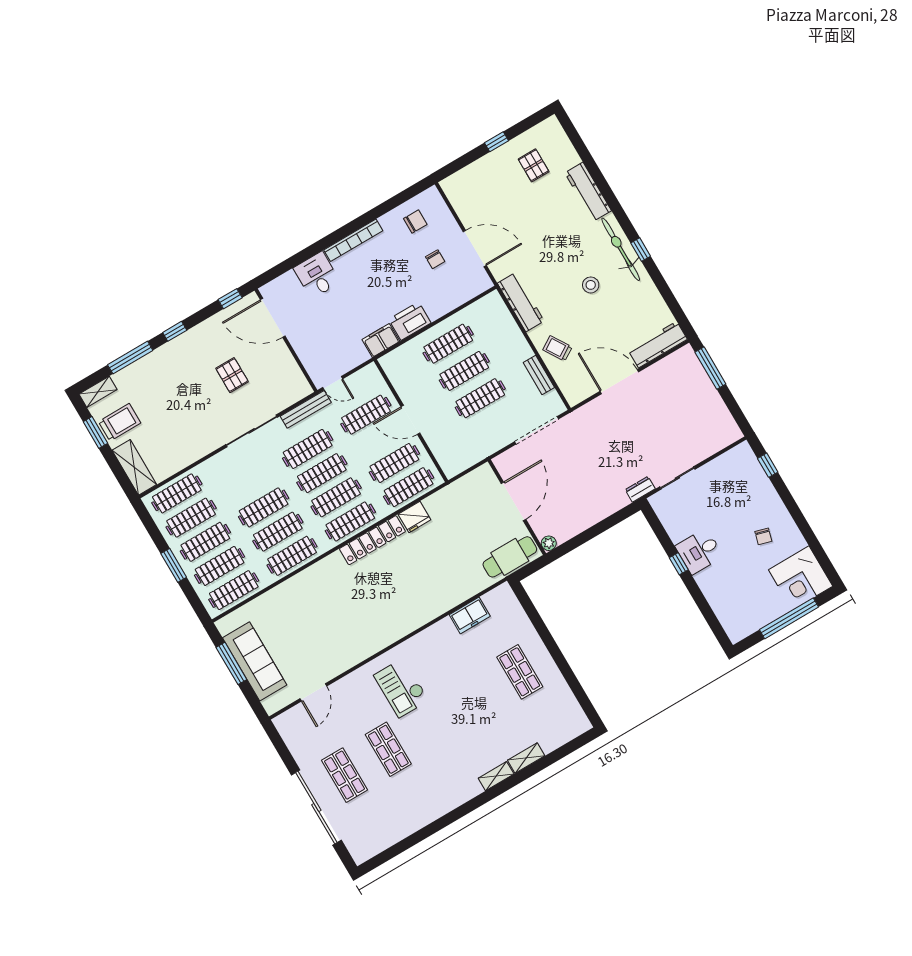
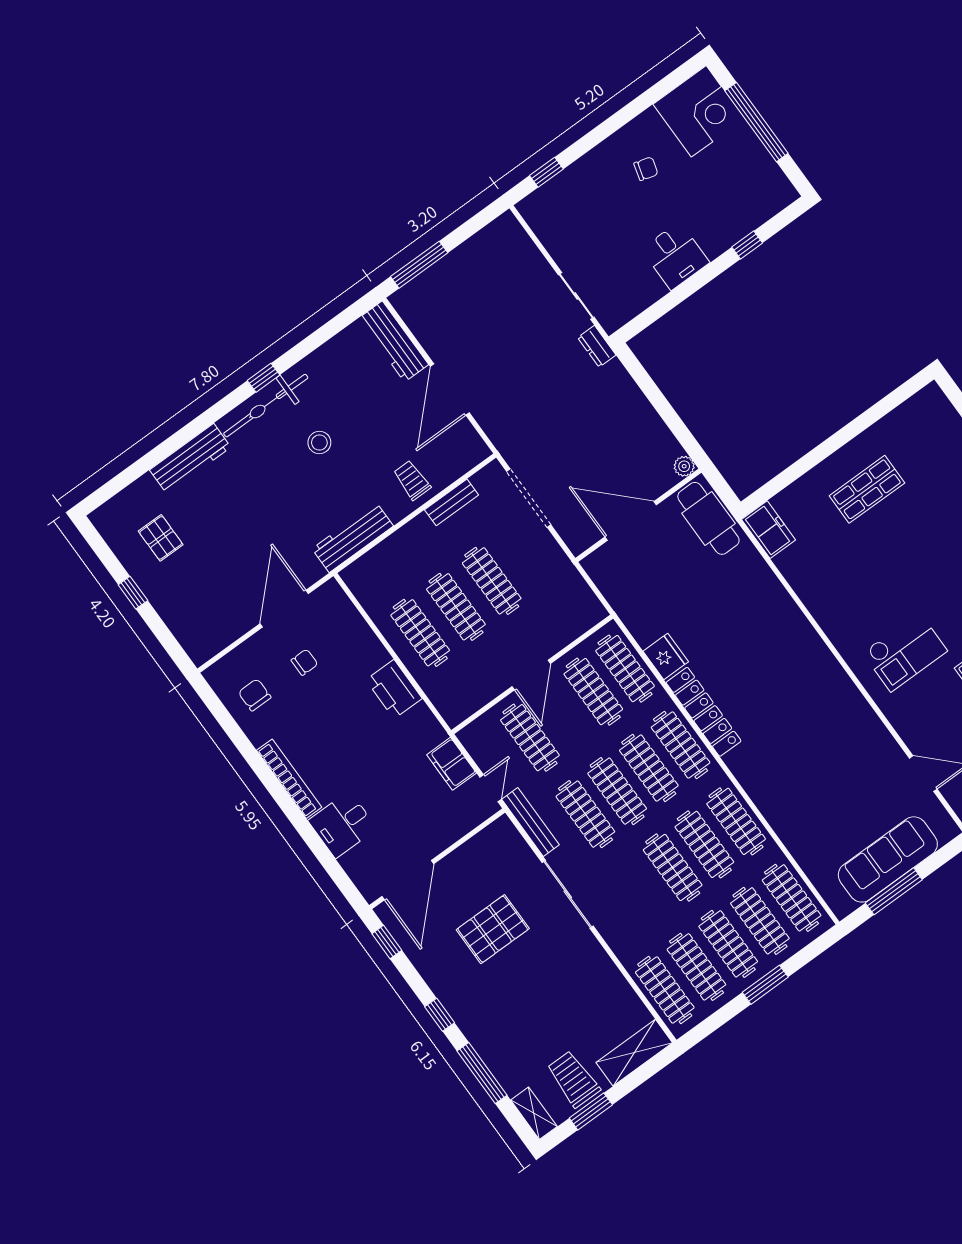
pallet: (534, 165) -> (161, 538), turned 90
filing cabinet: (381, 340) -> (452, 764), moved
trolley: (557, 348) -> (412, 480), turned 122
pallet: (232, 375) -> (493, 929), width x1.50, depth x1.42
window: (679, 564) -> (747, 245), moved
freezer: (470, 615) -> (769, 530), moved

